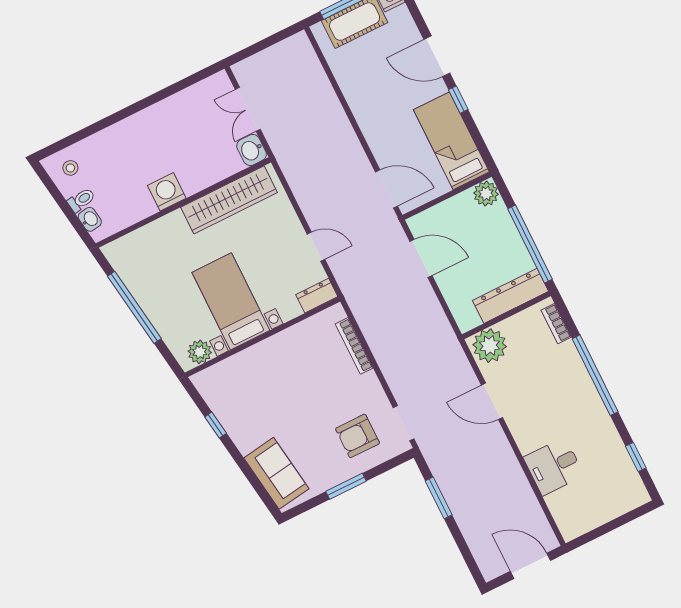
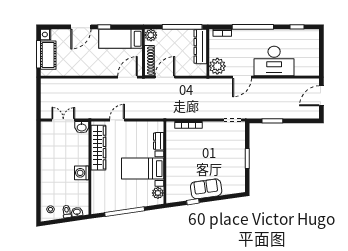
double door: (248, 109) -> (63, 120), swing flipped
shoe rack: (437, 214) -> (149, 61), added
door: (316, 247) -> (117, 120), moved
dresser: (317, 296) -> (159, 141), moved
armchair: (358, 436) -> (228, 143), removed
desk: (554, 466) -> (274, 61), width x1.87, depth x1.30
sofa: (276, 473) -> (206, 189), moved

